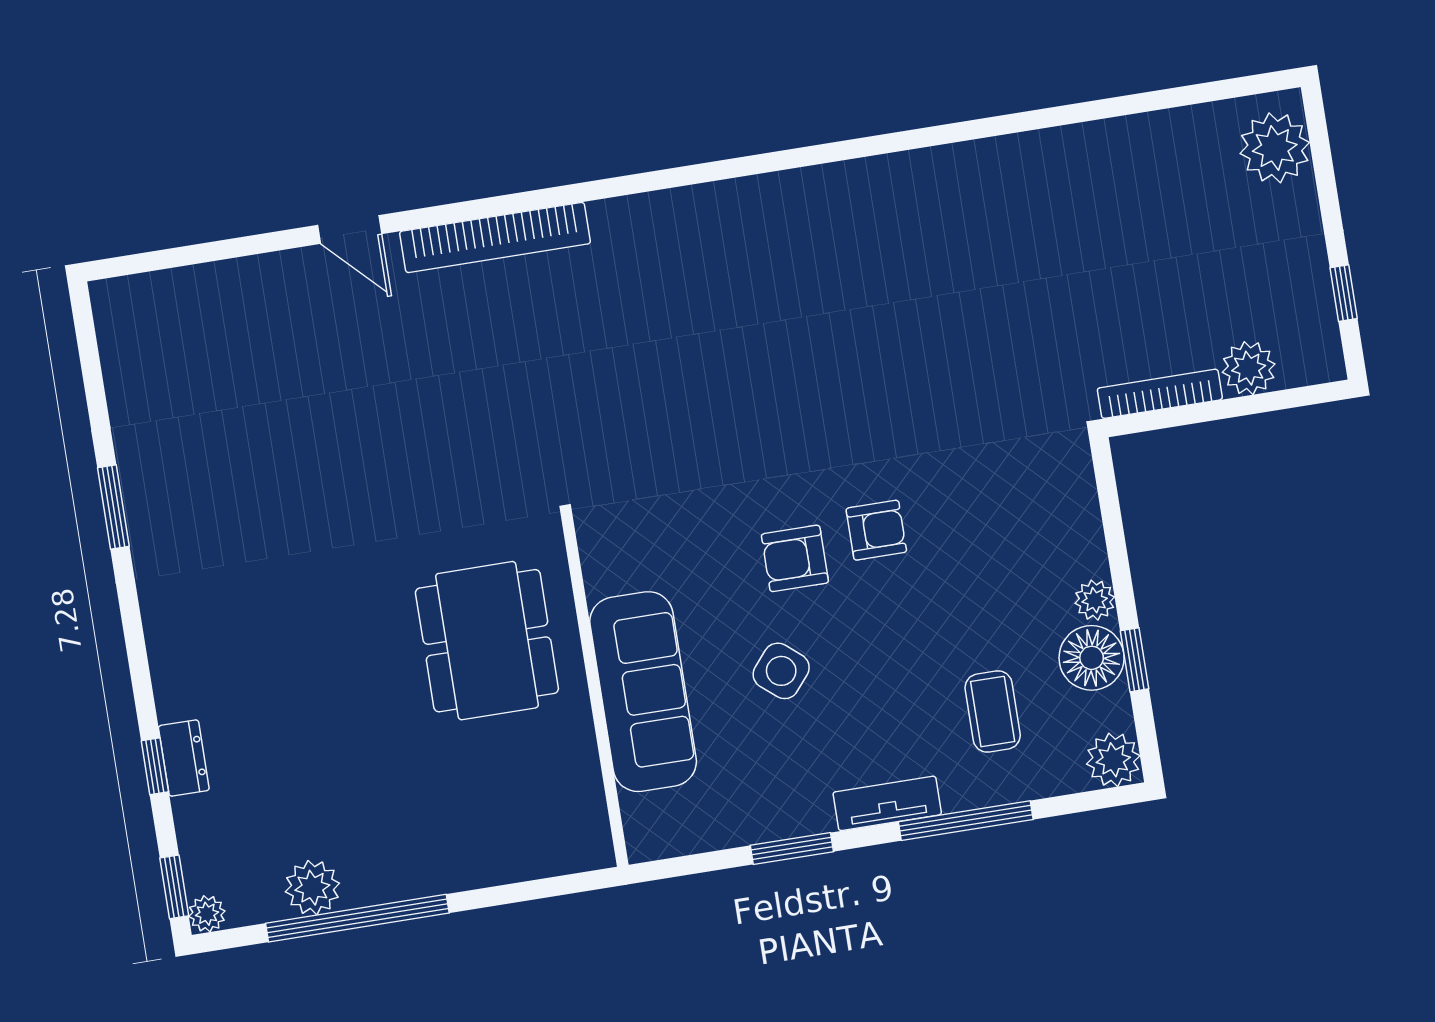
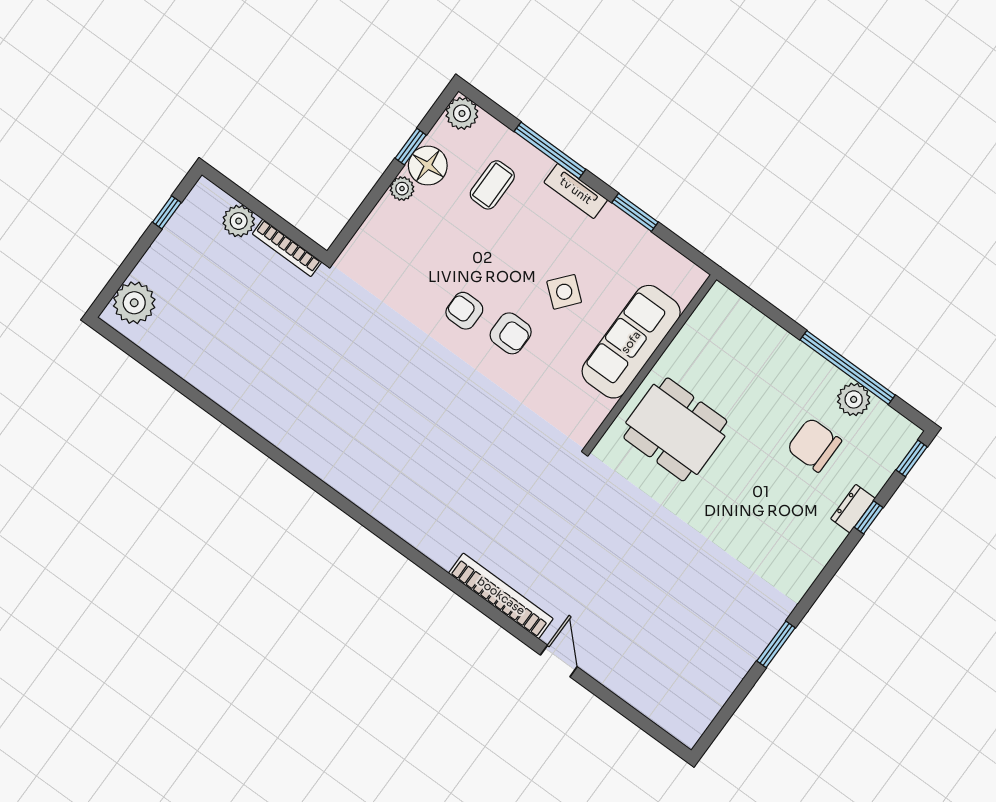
dining table: (487, 641) -> (675, 429), turned 90
chair: (305, 787) -> (814, 445), added
plant: (207, 914) -> (909, 433), removed

